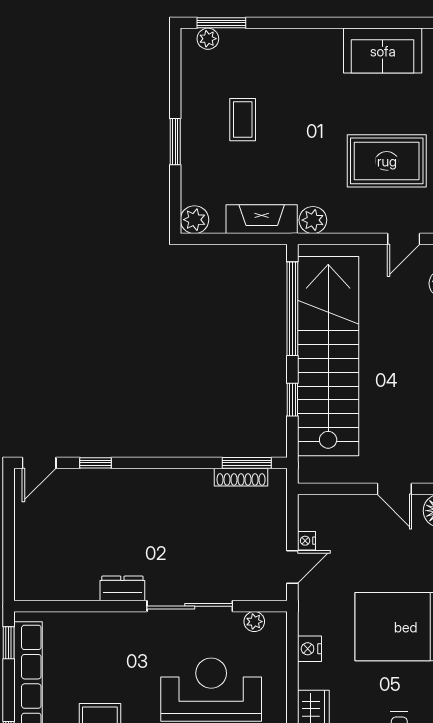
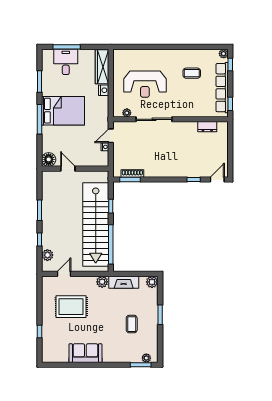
sofa: (383, 51) -> (85, 353), moved
dresser: (122, 588) -> (207, 127), moved
nightstand: (309, 649) -> (104, 90), moved

